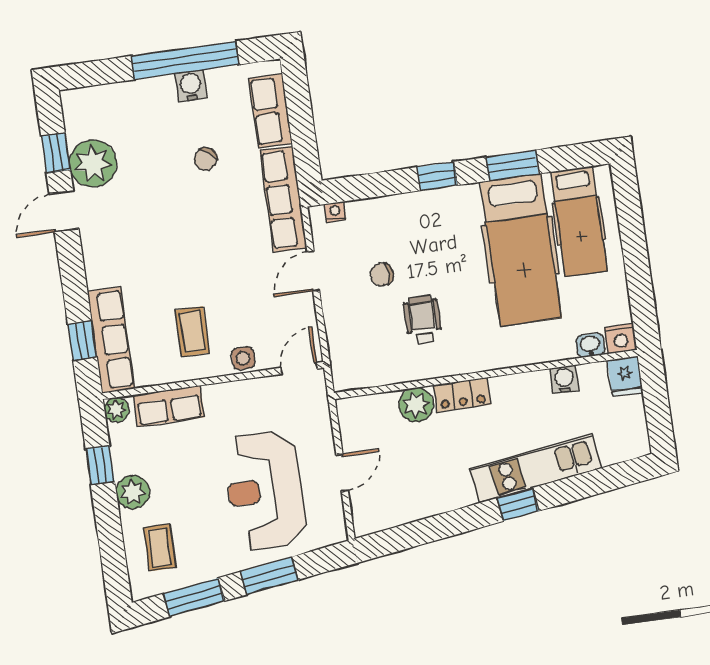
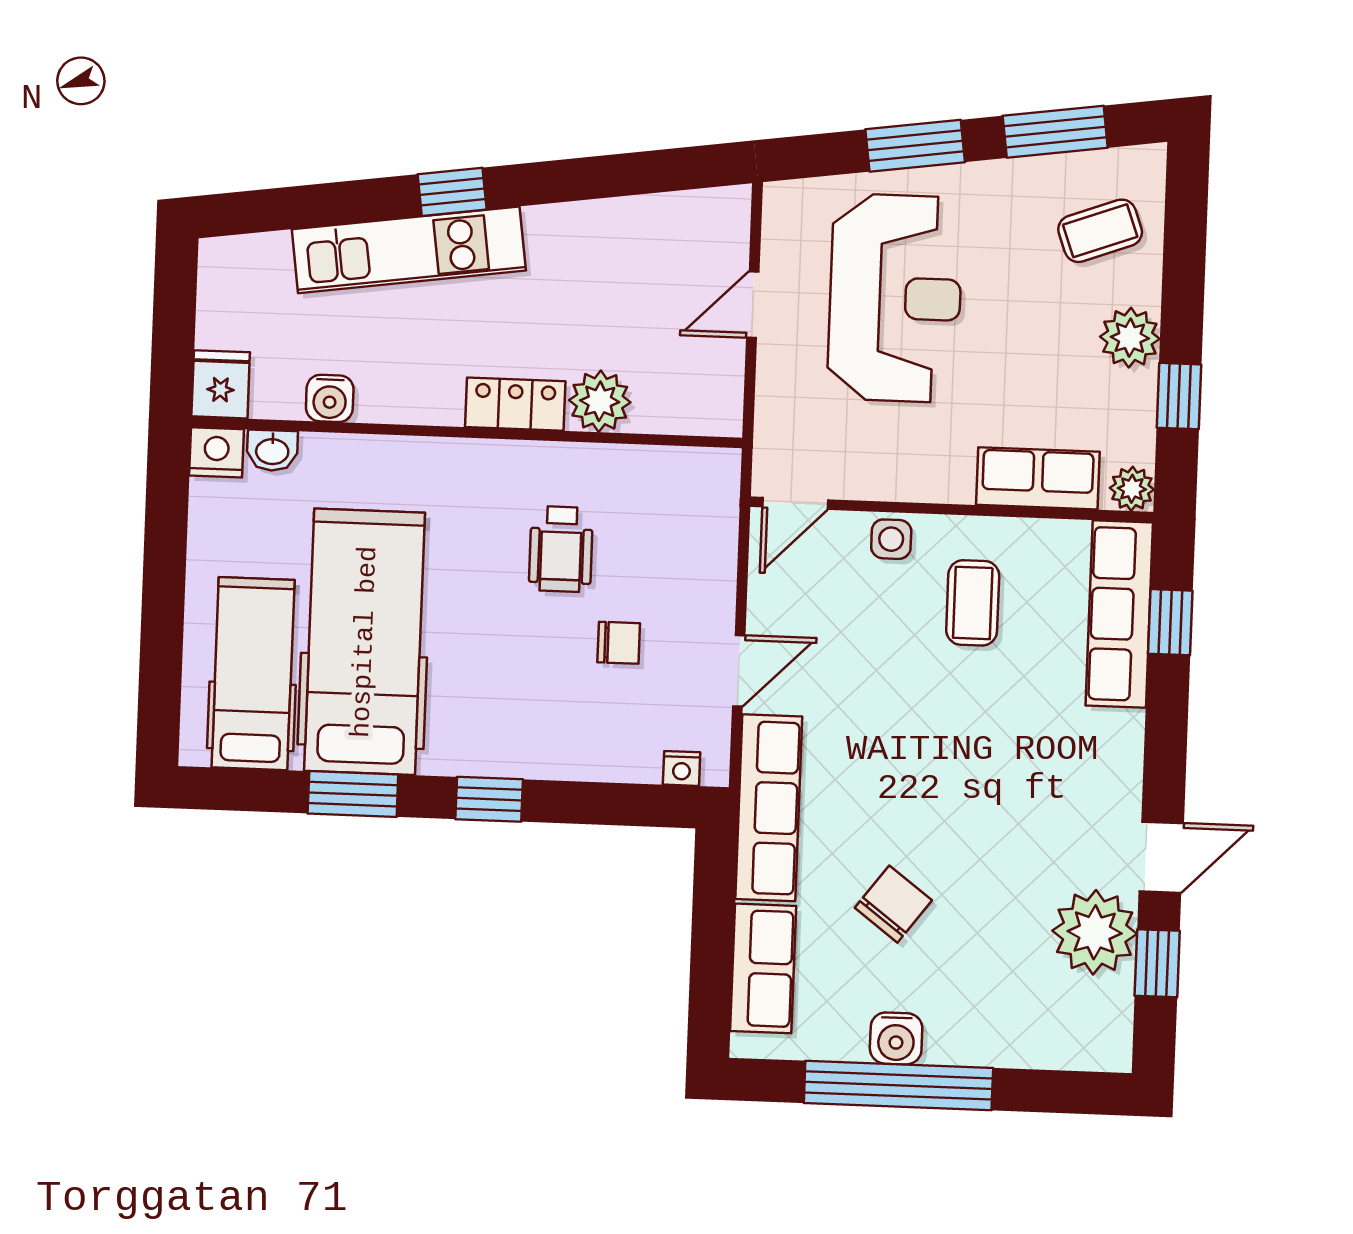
chair: (206, 159) -> (893, 904), width x1.37, depth x1.37
coffee table: (160, 548) -> (1100, 231), turned 70

